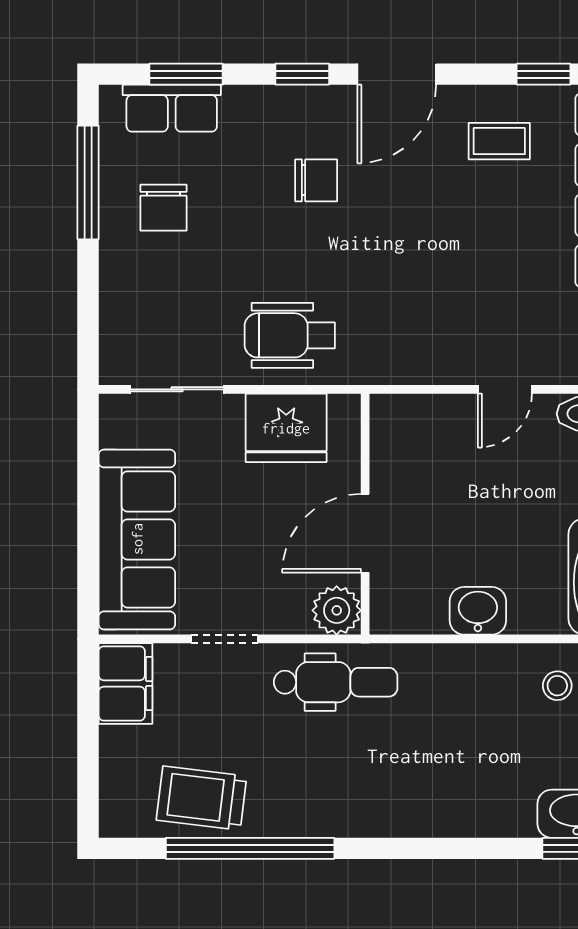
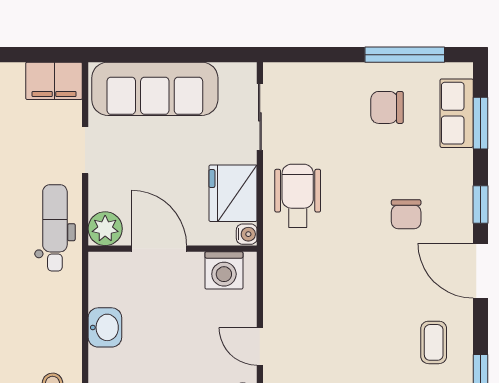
water cooler: (345, 408) -> (247, 234), added
washing machine: (396, 441) -> (224, 270), added
dental chair: (336, 682) -> (55, 228), turned 180

